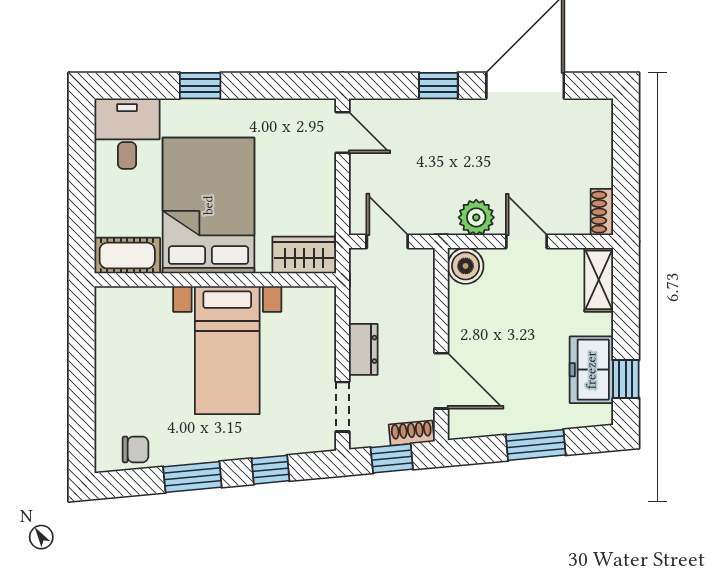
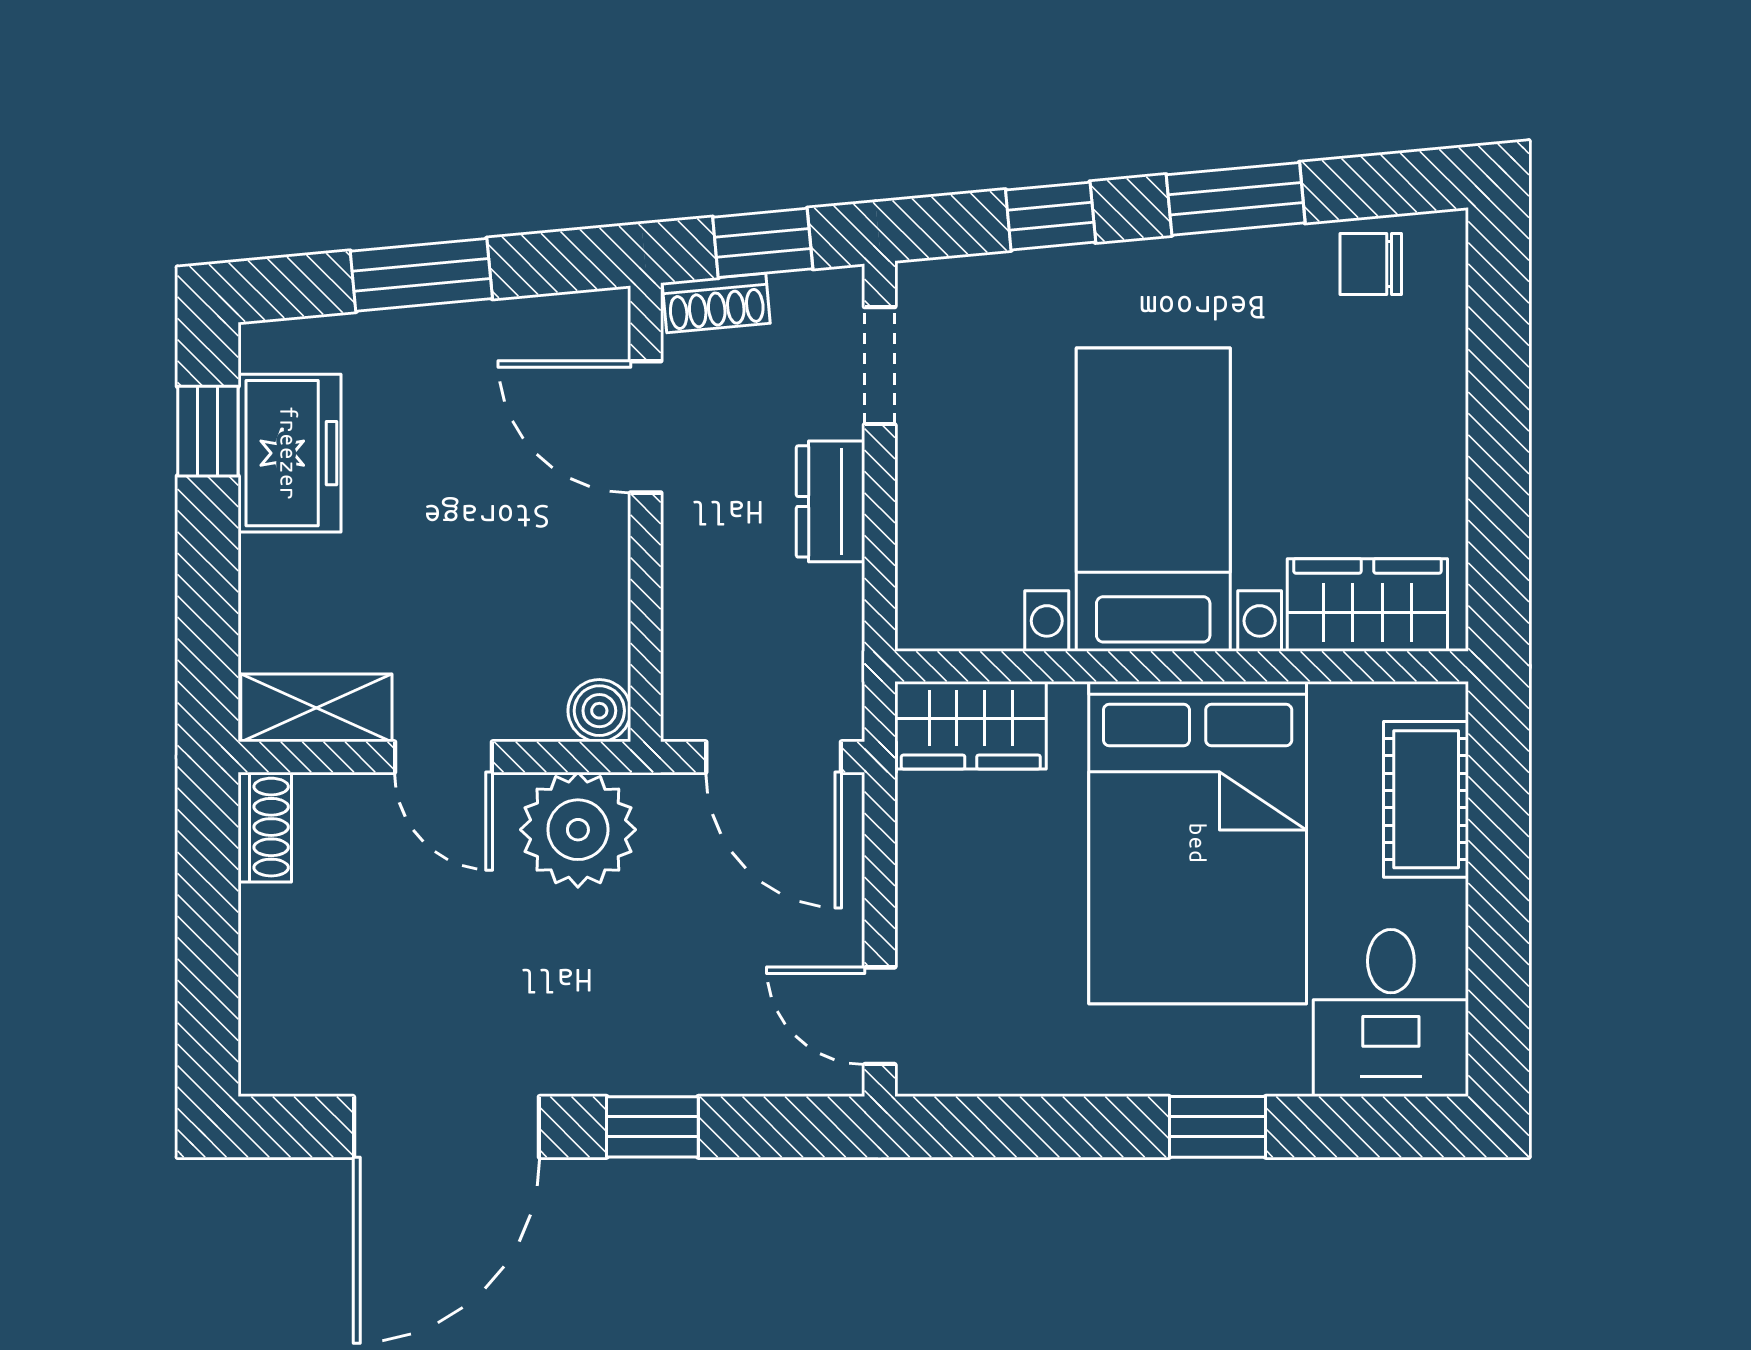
plant: (476, 217) -> (578, 830), width x1.36, depth x1.36
door: (387, 242) -> (774, 757), width x1.38
cot: (127, 256) -> (1426, 799), moved, turned 90
boiler: (466, 266) -> (599, 711), width x0.73, depth x0.73
shelving: (599, 280) -> (316, 708), moved, turned 90
wardrobe: (137, 306) -> (1367, 605), added

